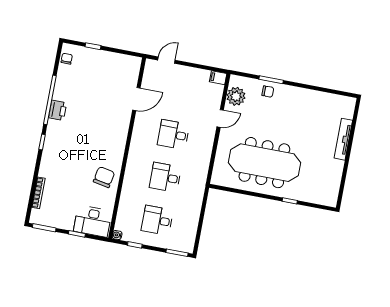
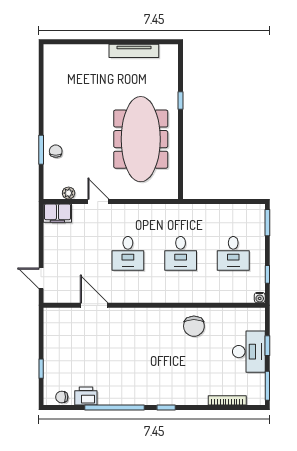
filing cabinet: (218, 78) -> (57, 213), width x2.00
plant: (236, 96) -> (69, 193), width x0.53, depth x0.53
printer: (58, 110) -> (86, 396), moved
tv unit: (343, 139) -> (134, 51), moved
chair: (104, 177) -> (194, 326), turned -101
desk: (93, 221) -> (249, 352), moved

